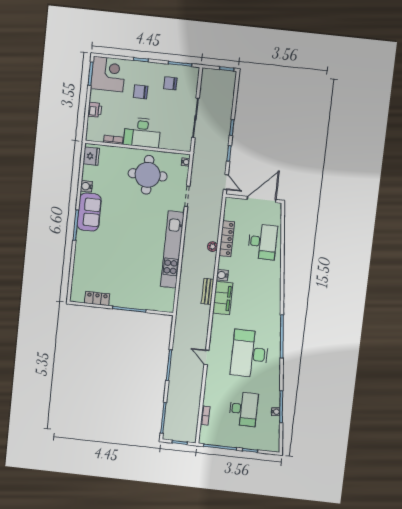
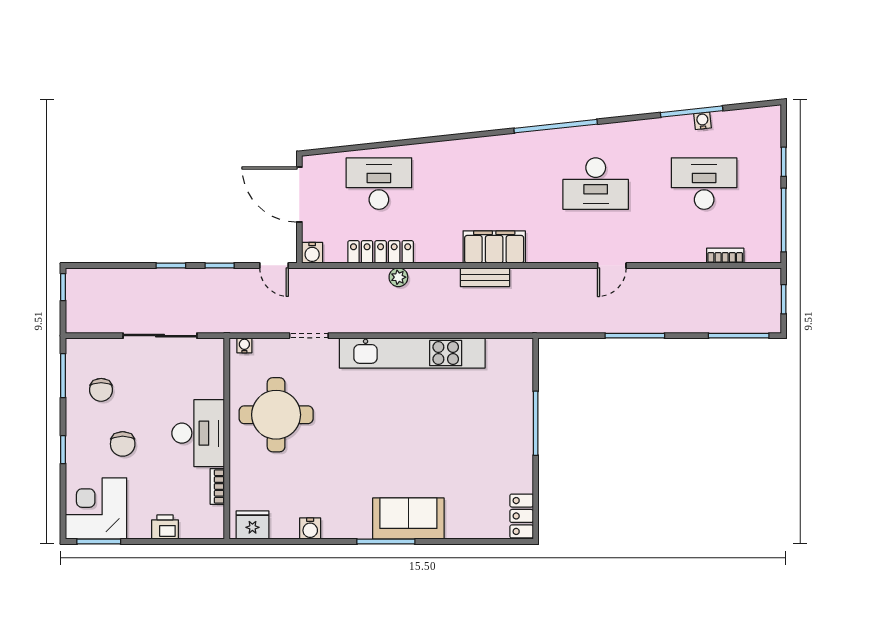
door: (226, 182) -> (274, 265), swing flipped
sofa: (89, 212) -> (408, 519), moved
water cooler: (222, 275) -> (312, 253), moved
locker: (97, 298) -> (522, 516), moved
desk: (250, 354) -> (596, 184), width x0.73, depth x0.77

